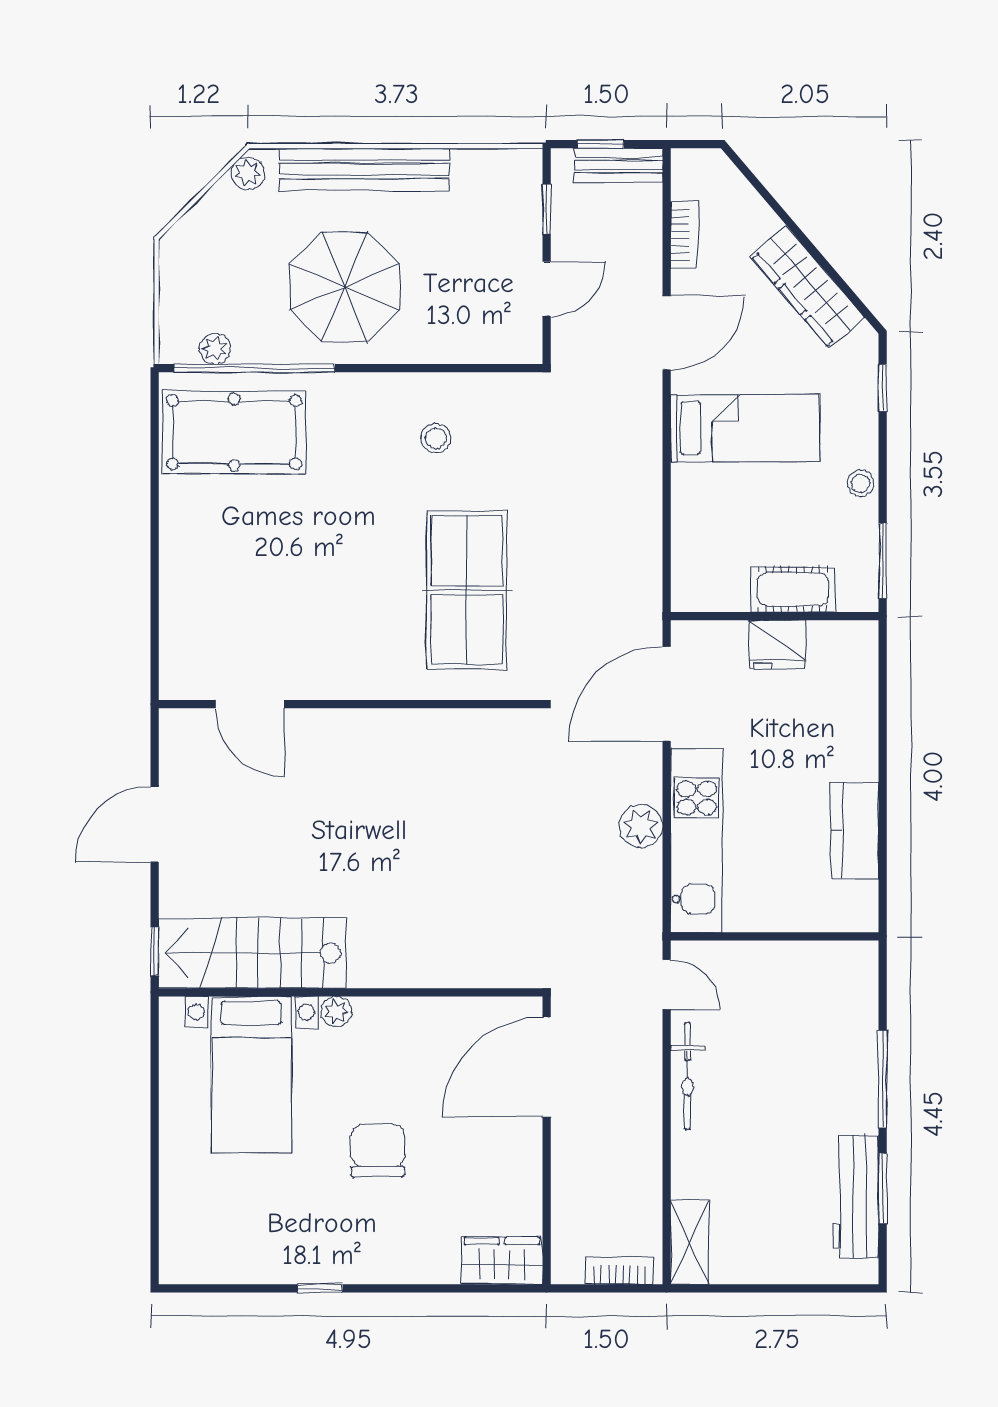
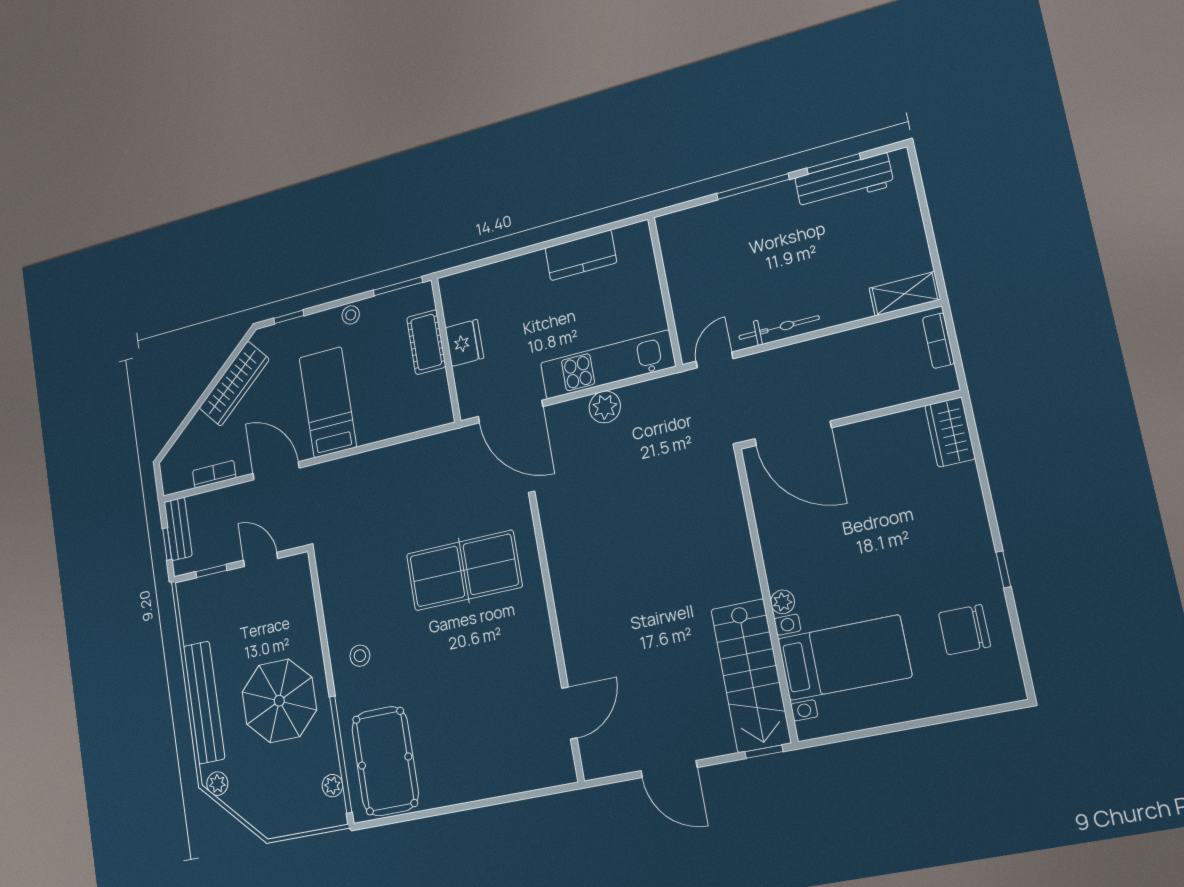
stool: (436, 438) -> (360, 656), moved
chair: (378, 1150) -> (964, 630), moved

